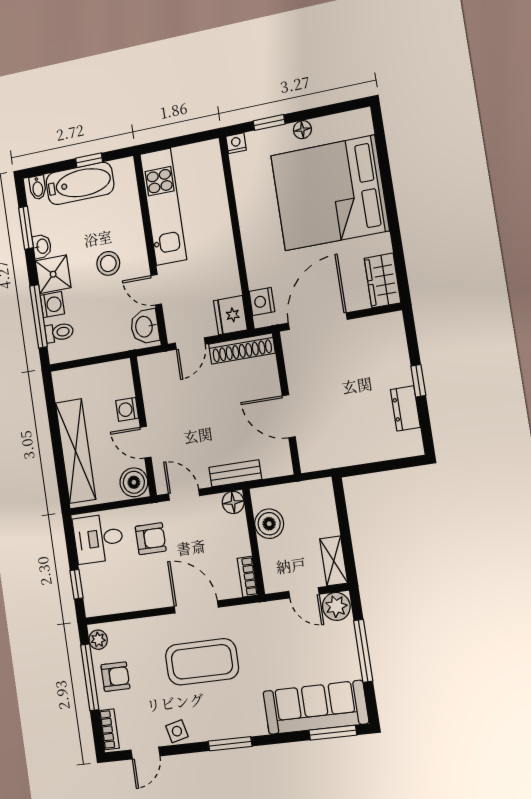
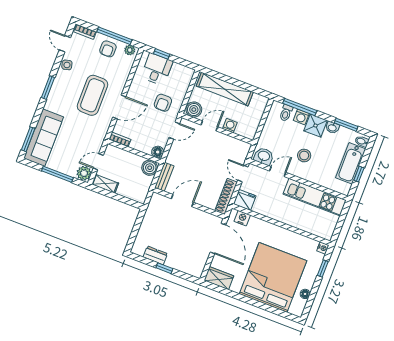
floor lamp: (302, 130) -> (305, 294), moved
bench: (235, 473) -> (164, 177), moved
boiler: (269, 524) -> (150, 168), moved
desk: (98, 538) -> (157, 69), moved

